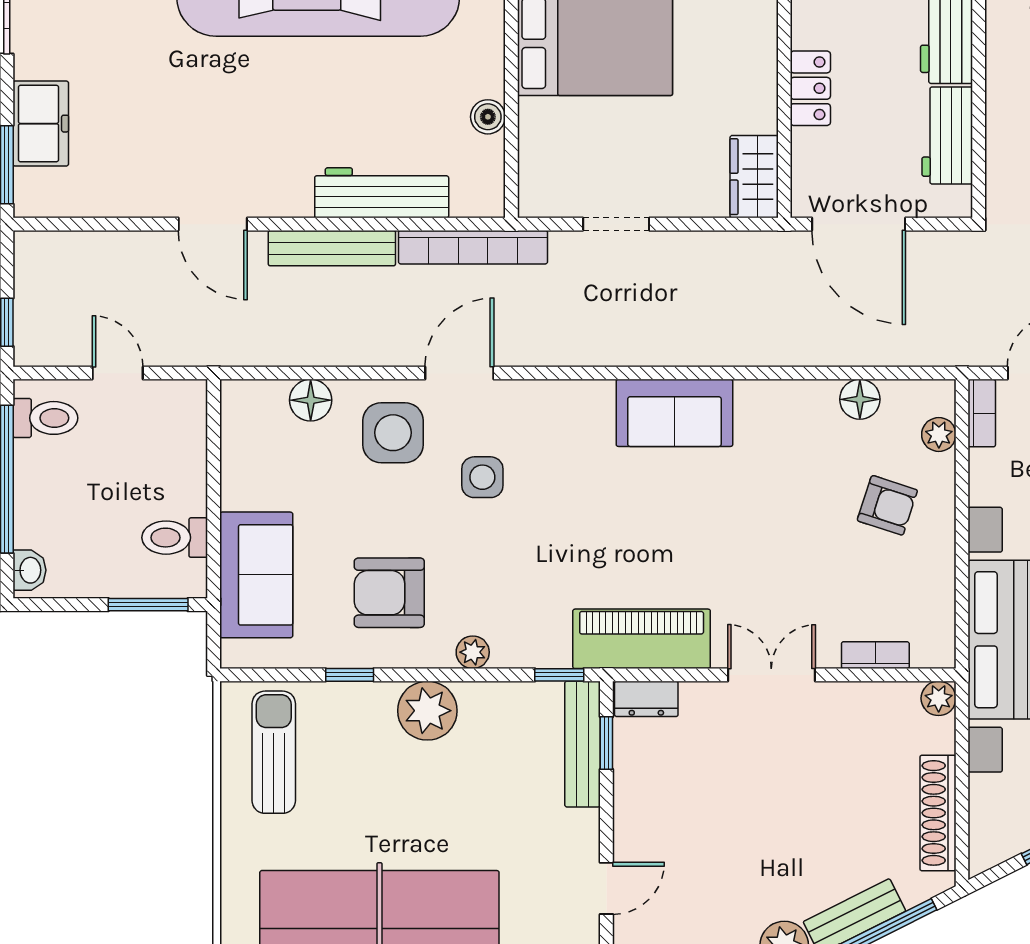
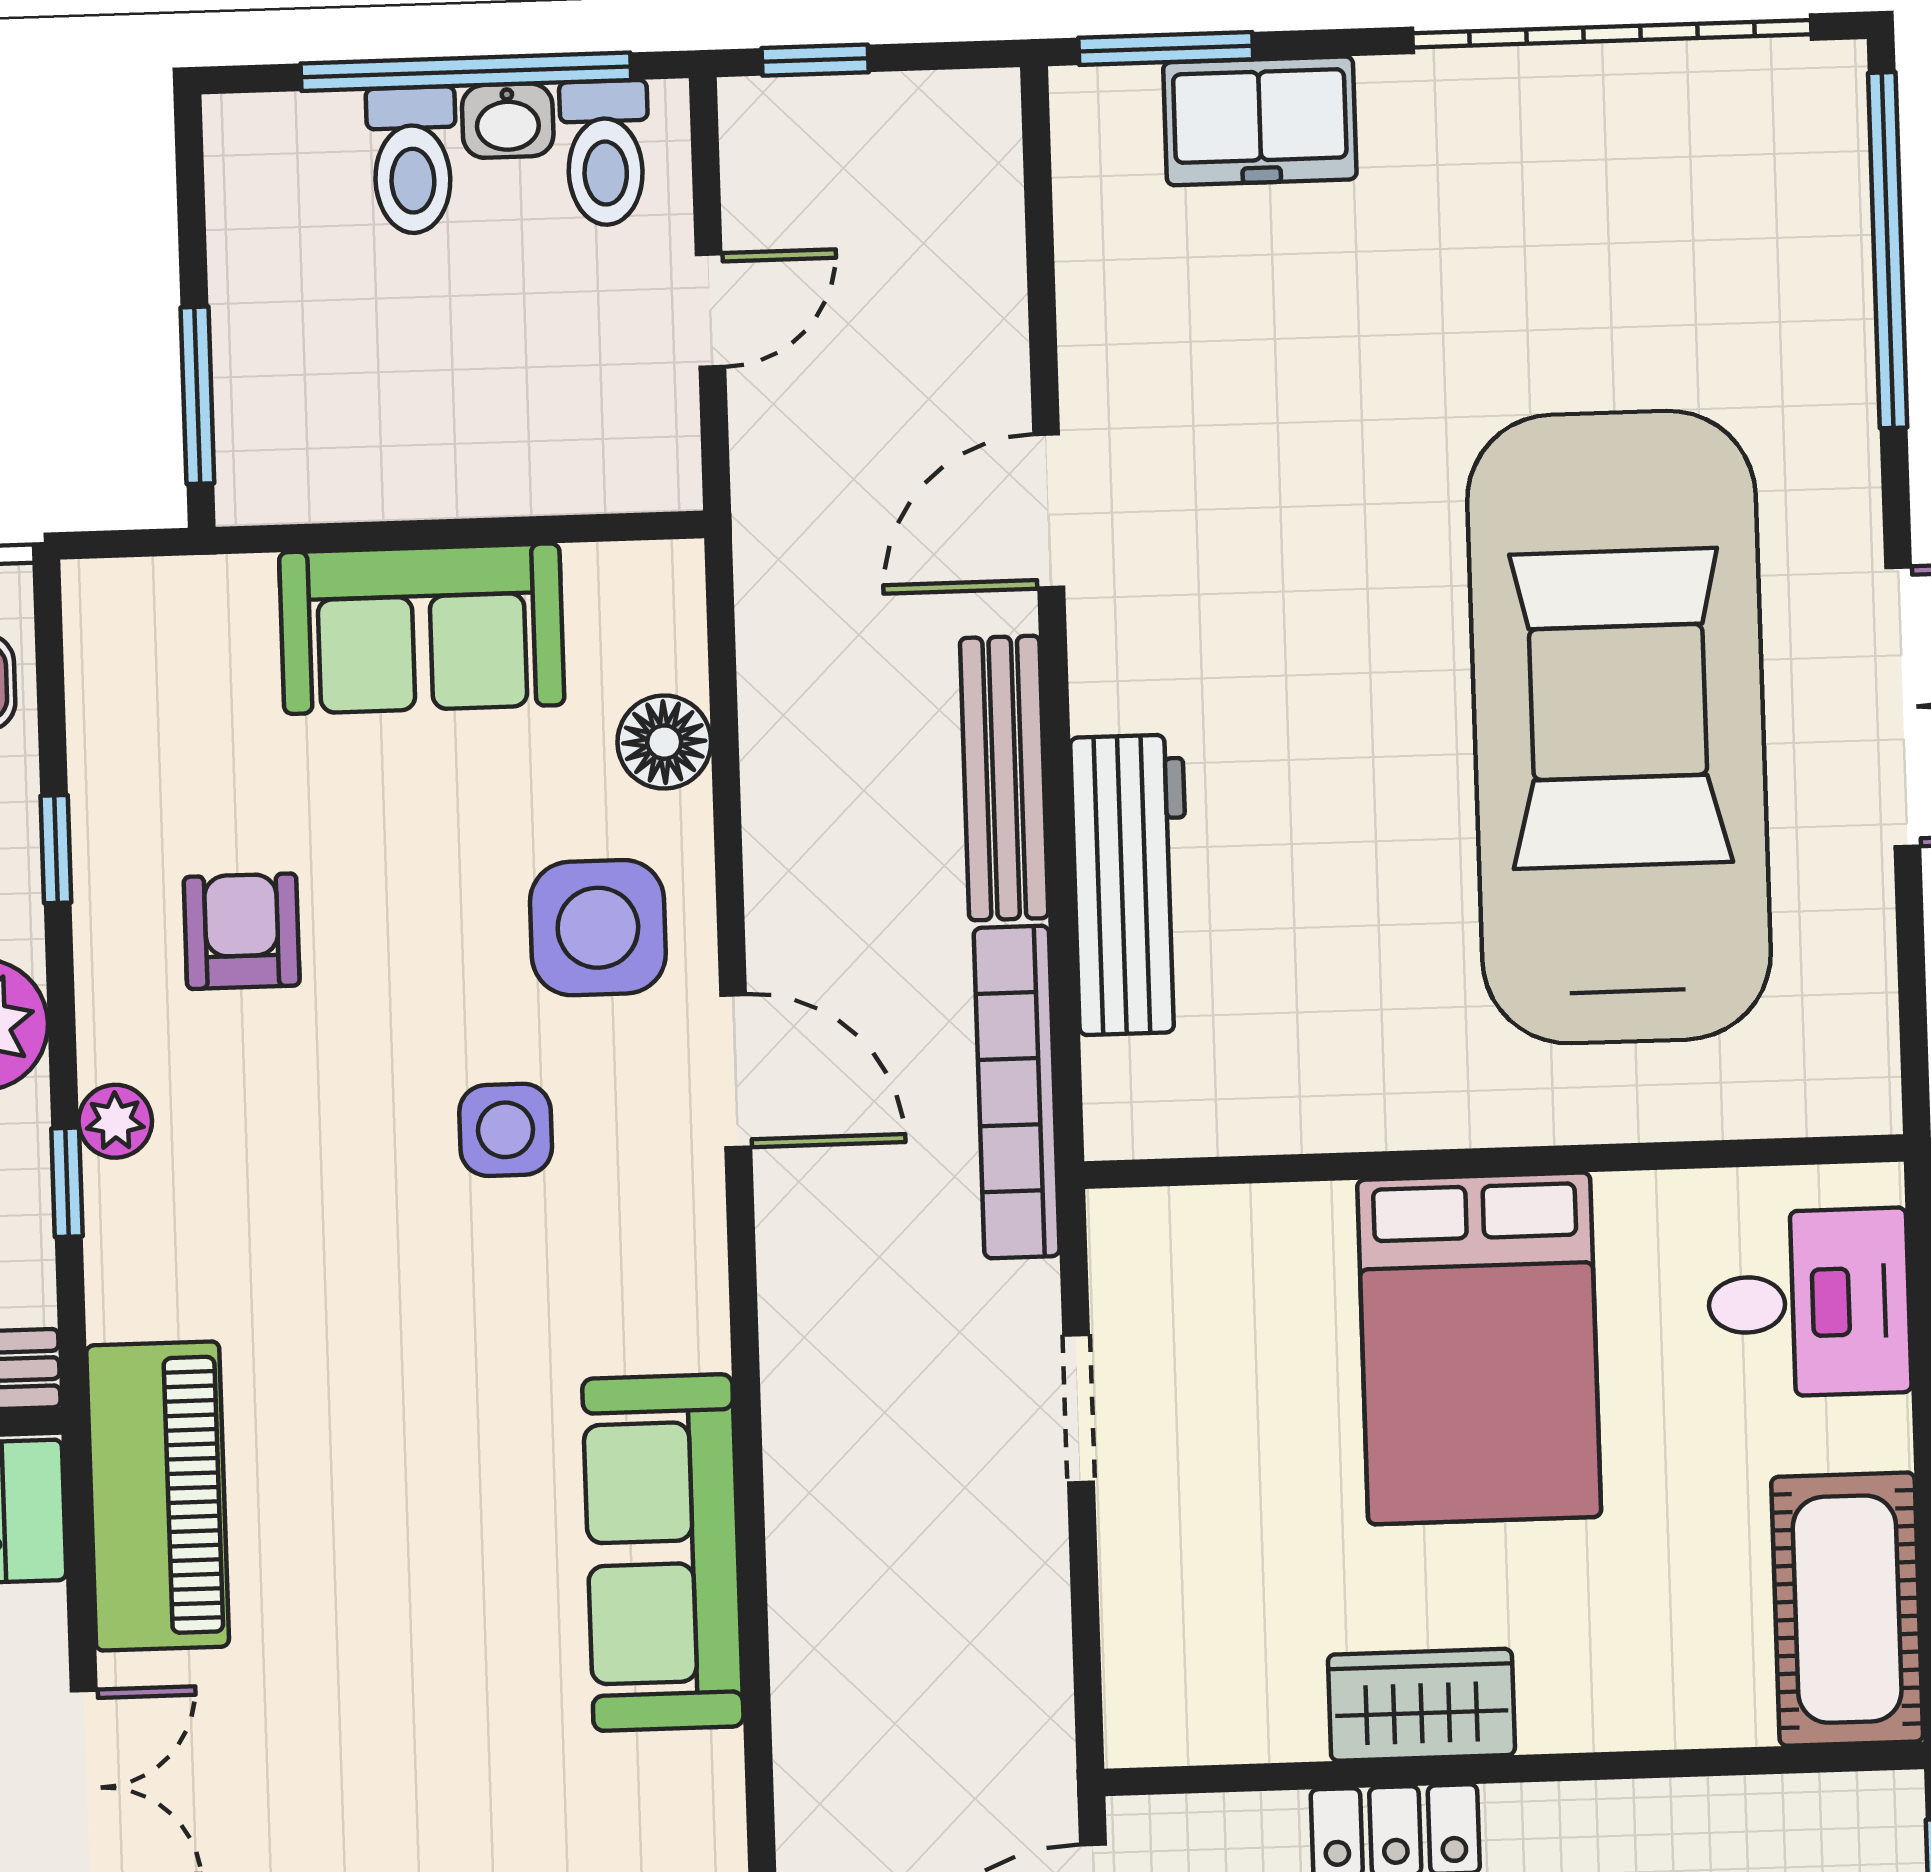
boiler: (488, 117) -> (1308, 1116), removed
wardrobe: (754, 177) -> (1421, 1705), moved
sofa: (674, 413) -> (663, 1553), width x1.36
toilet: (175, 538) -> (412, 160), moved, turned 180
washbasin: (29, 570) -> (508, 121), moved
sofa: (256, 575) -> (422, 629), moved
armchair: (389, 593) -> (242, 931), width x0.72, depth x0.72
window: (559, 675) -> (67, 1182), moved

